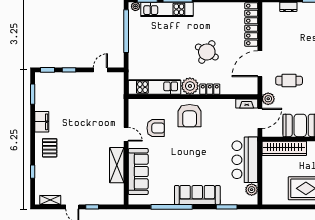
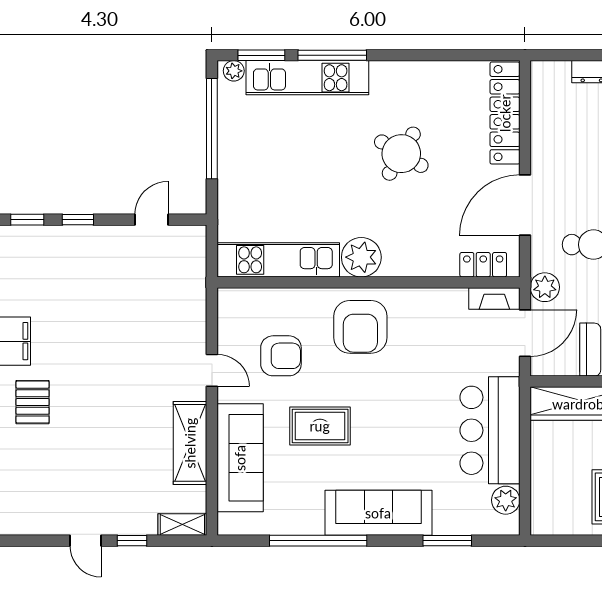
round table: (207, 52) -> (401, 154), moved
locker: (210, 89) -> (483, 265), moved
rug: (172, 158) -> (320, 426), added
shelving: (50, 200) -> (182, 524), moved

